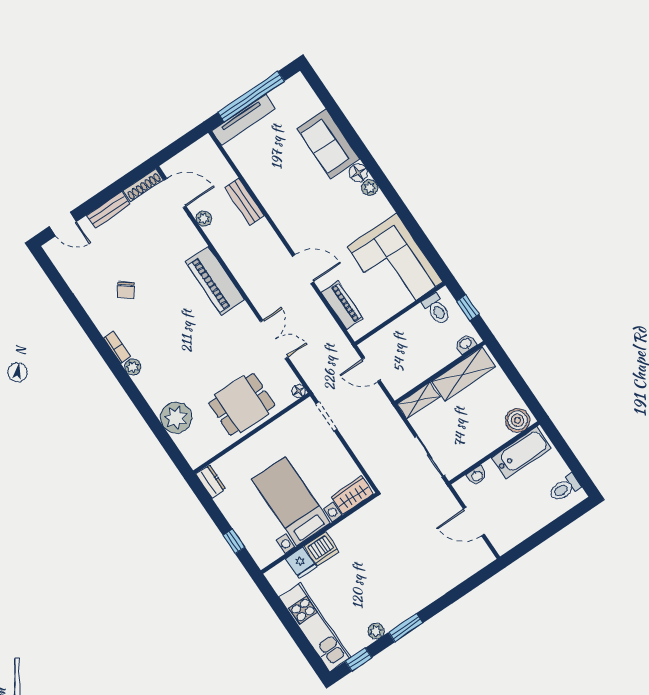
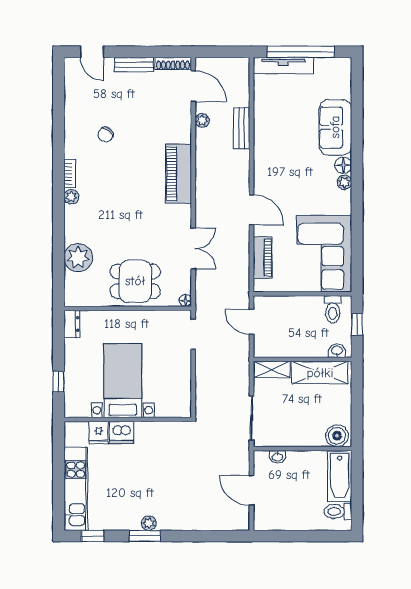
bathtub: (521, 453) -> (340, 476), moved, turned 90
wardrobe: (352, 495) -> (173, 408), removed
plant: (376, 631) -> (149, 523), moved

